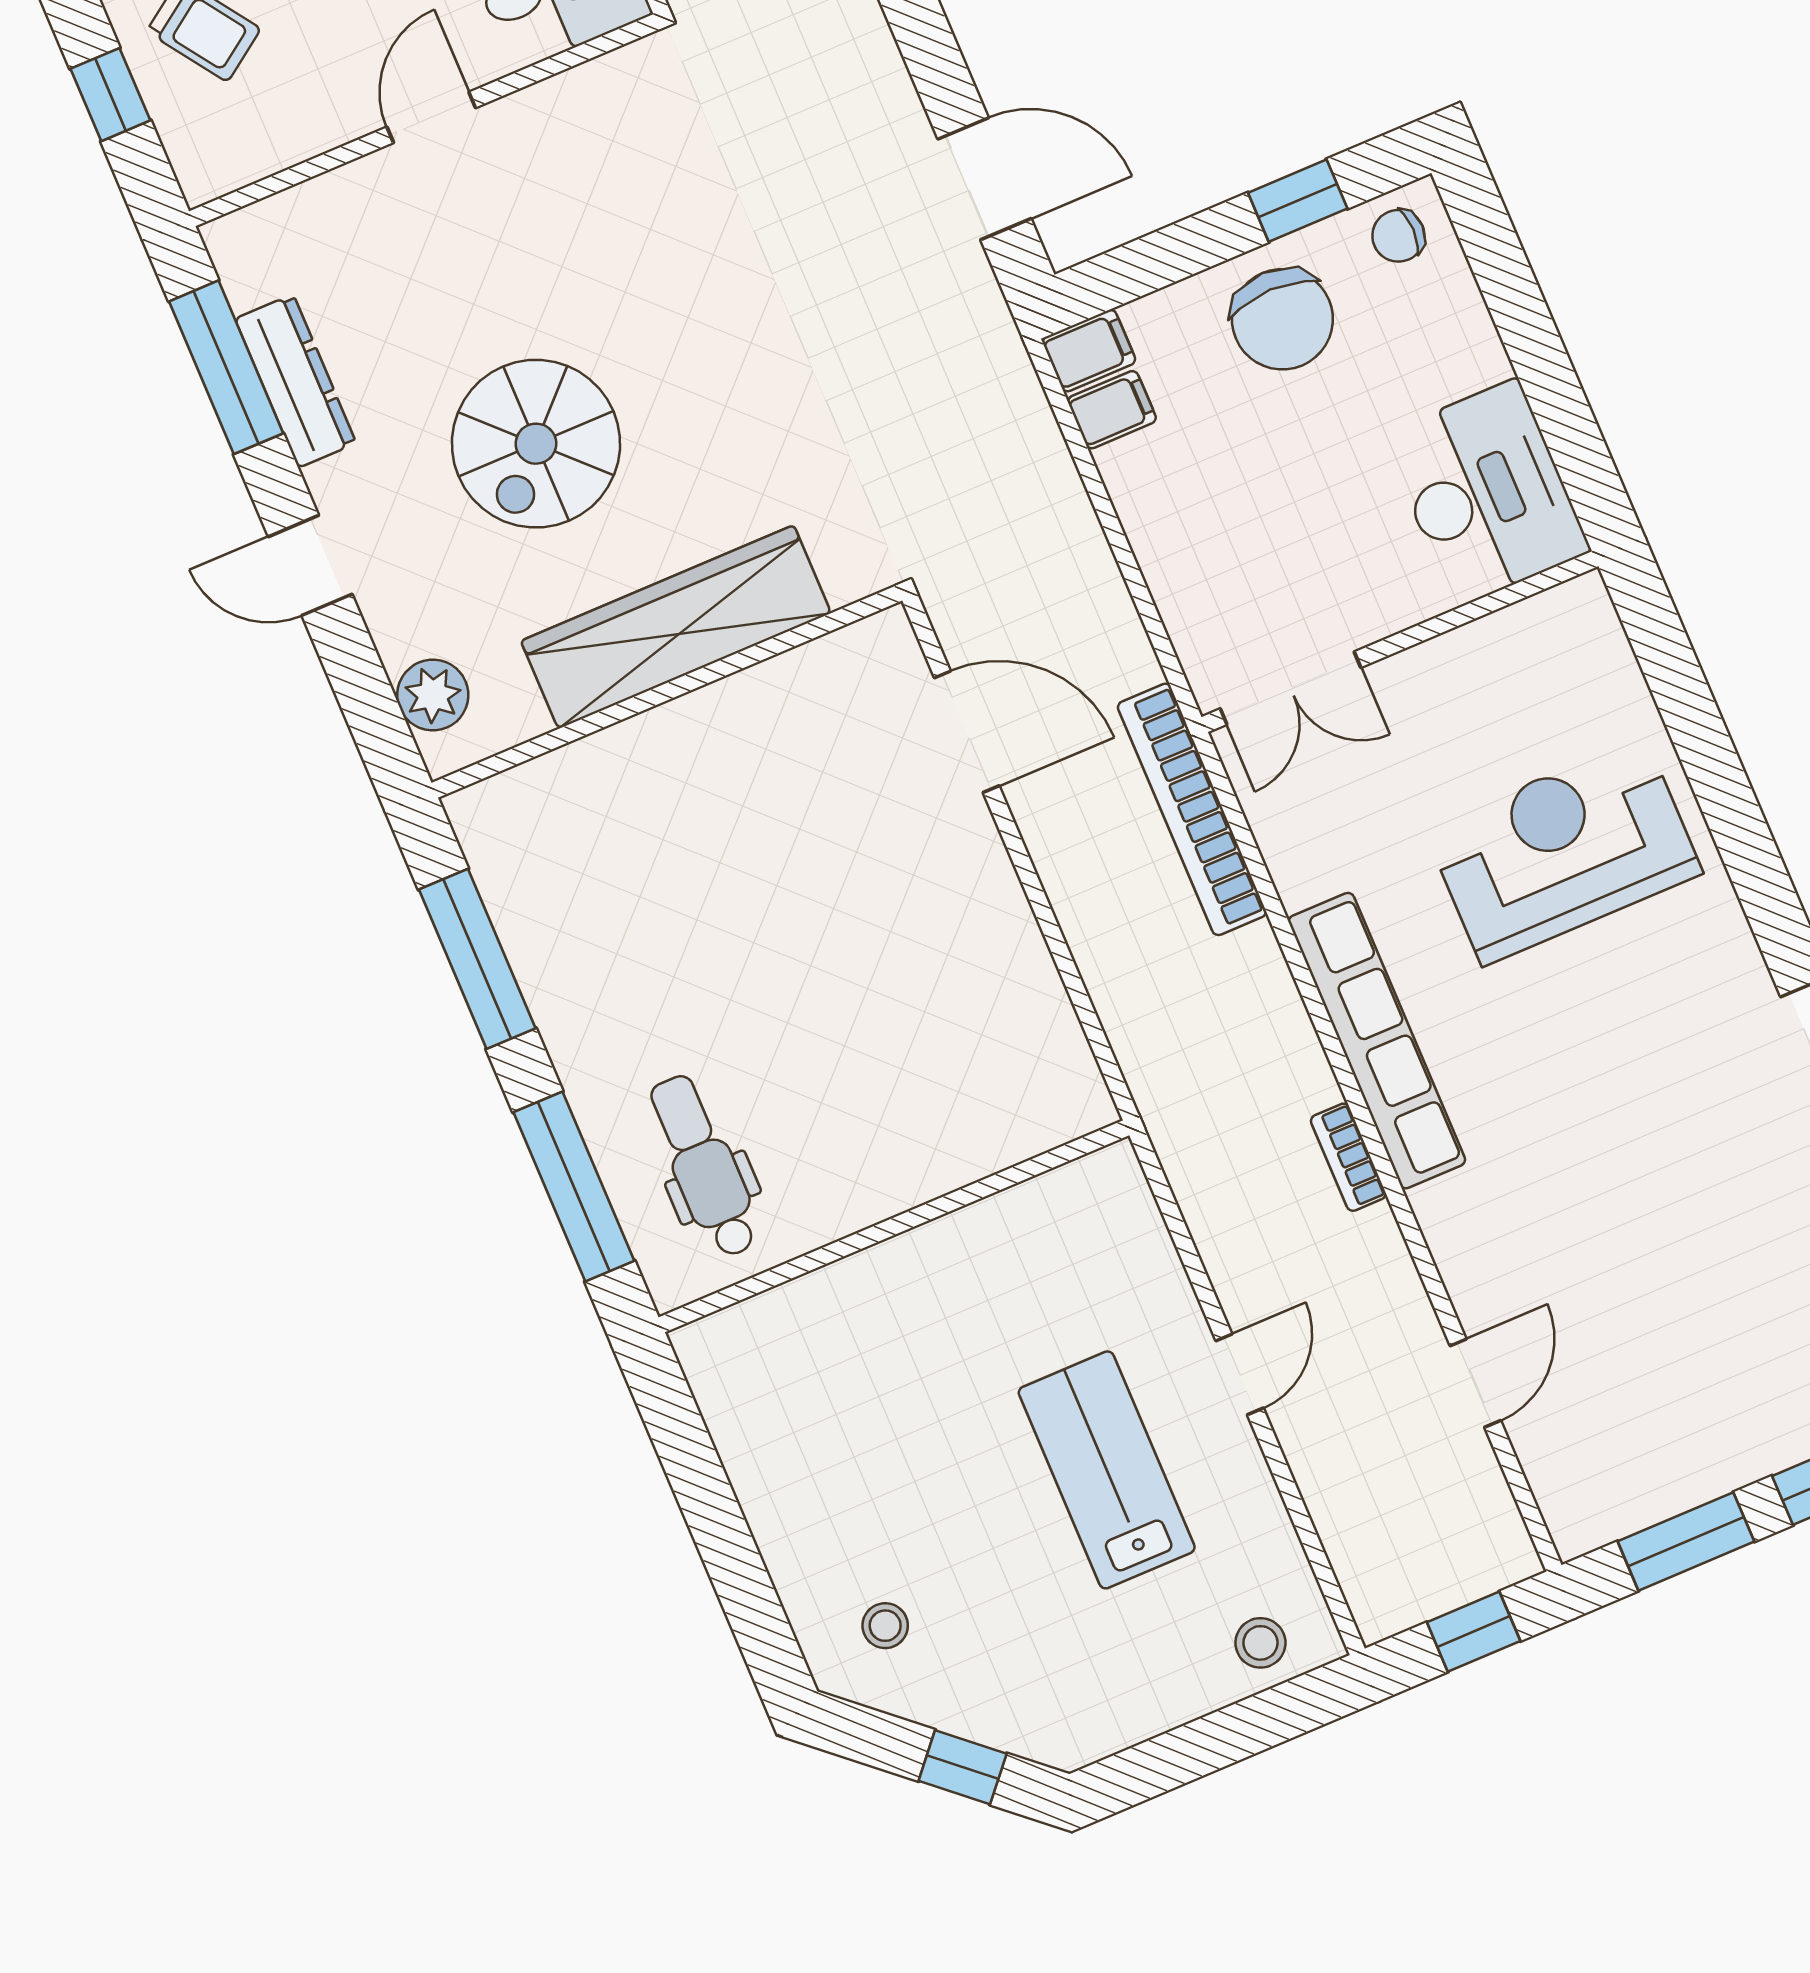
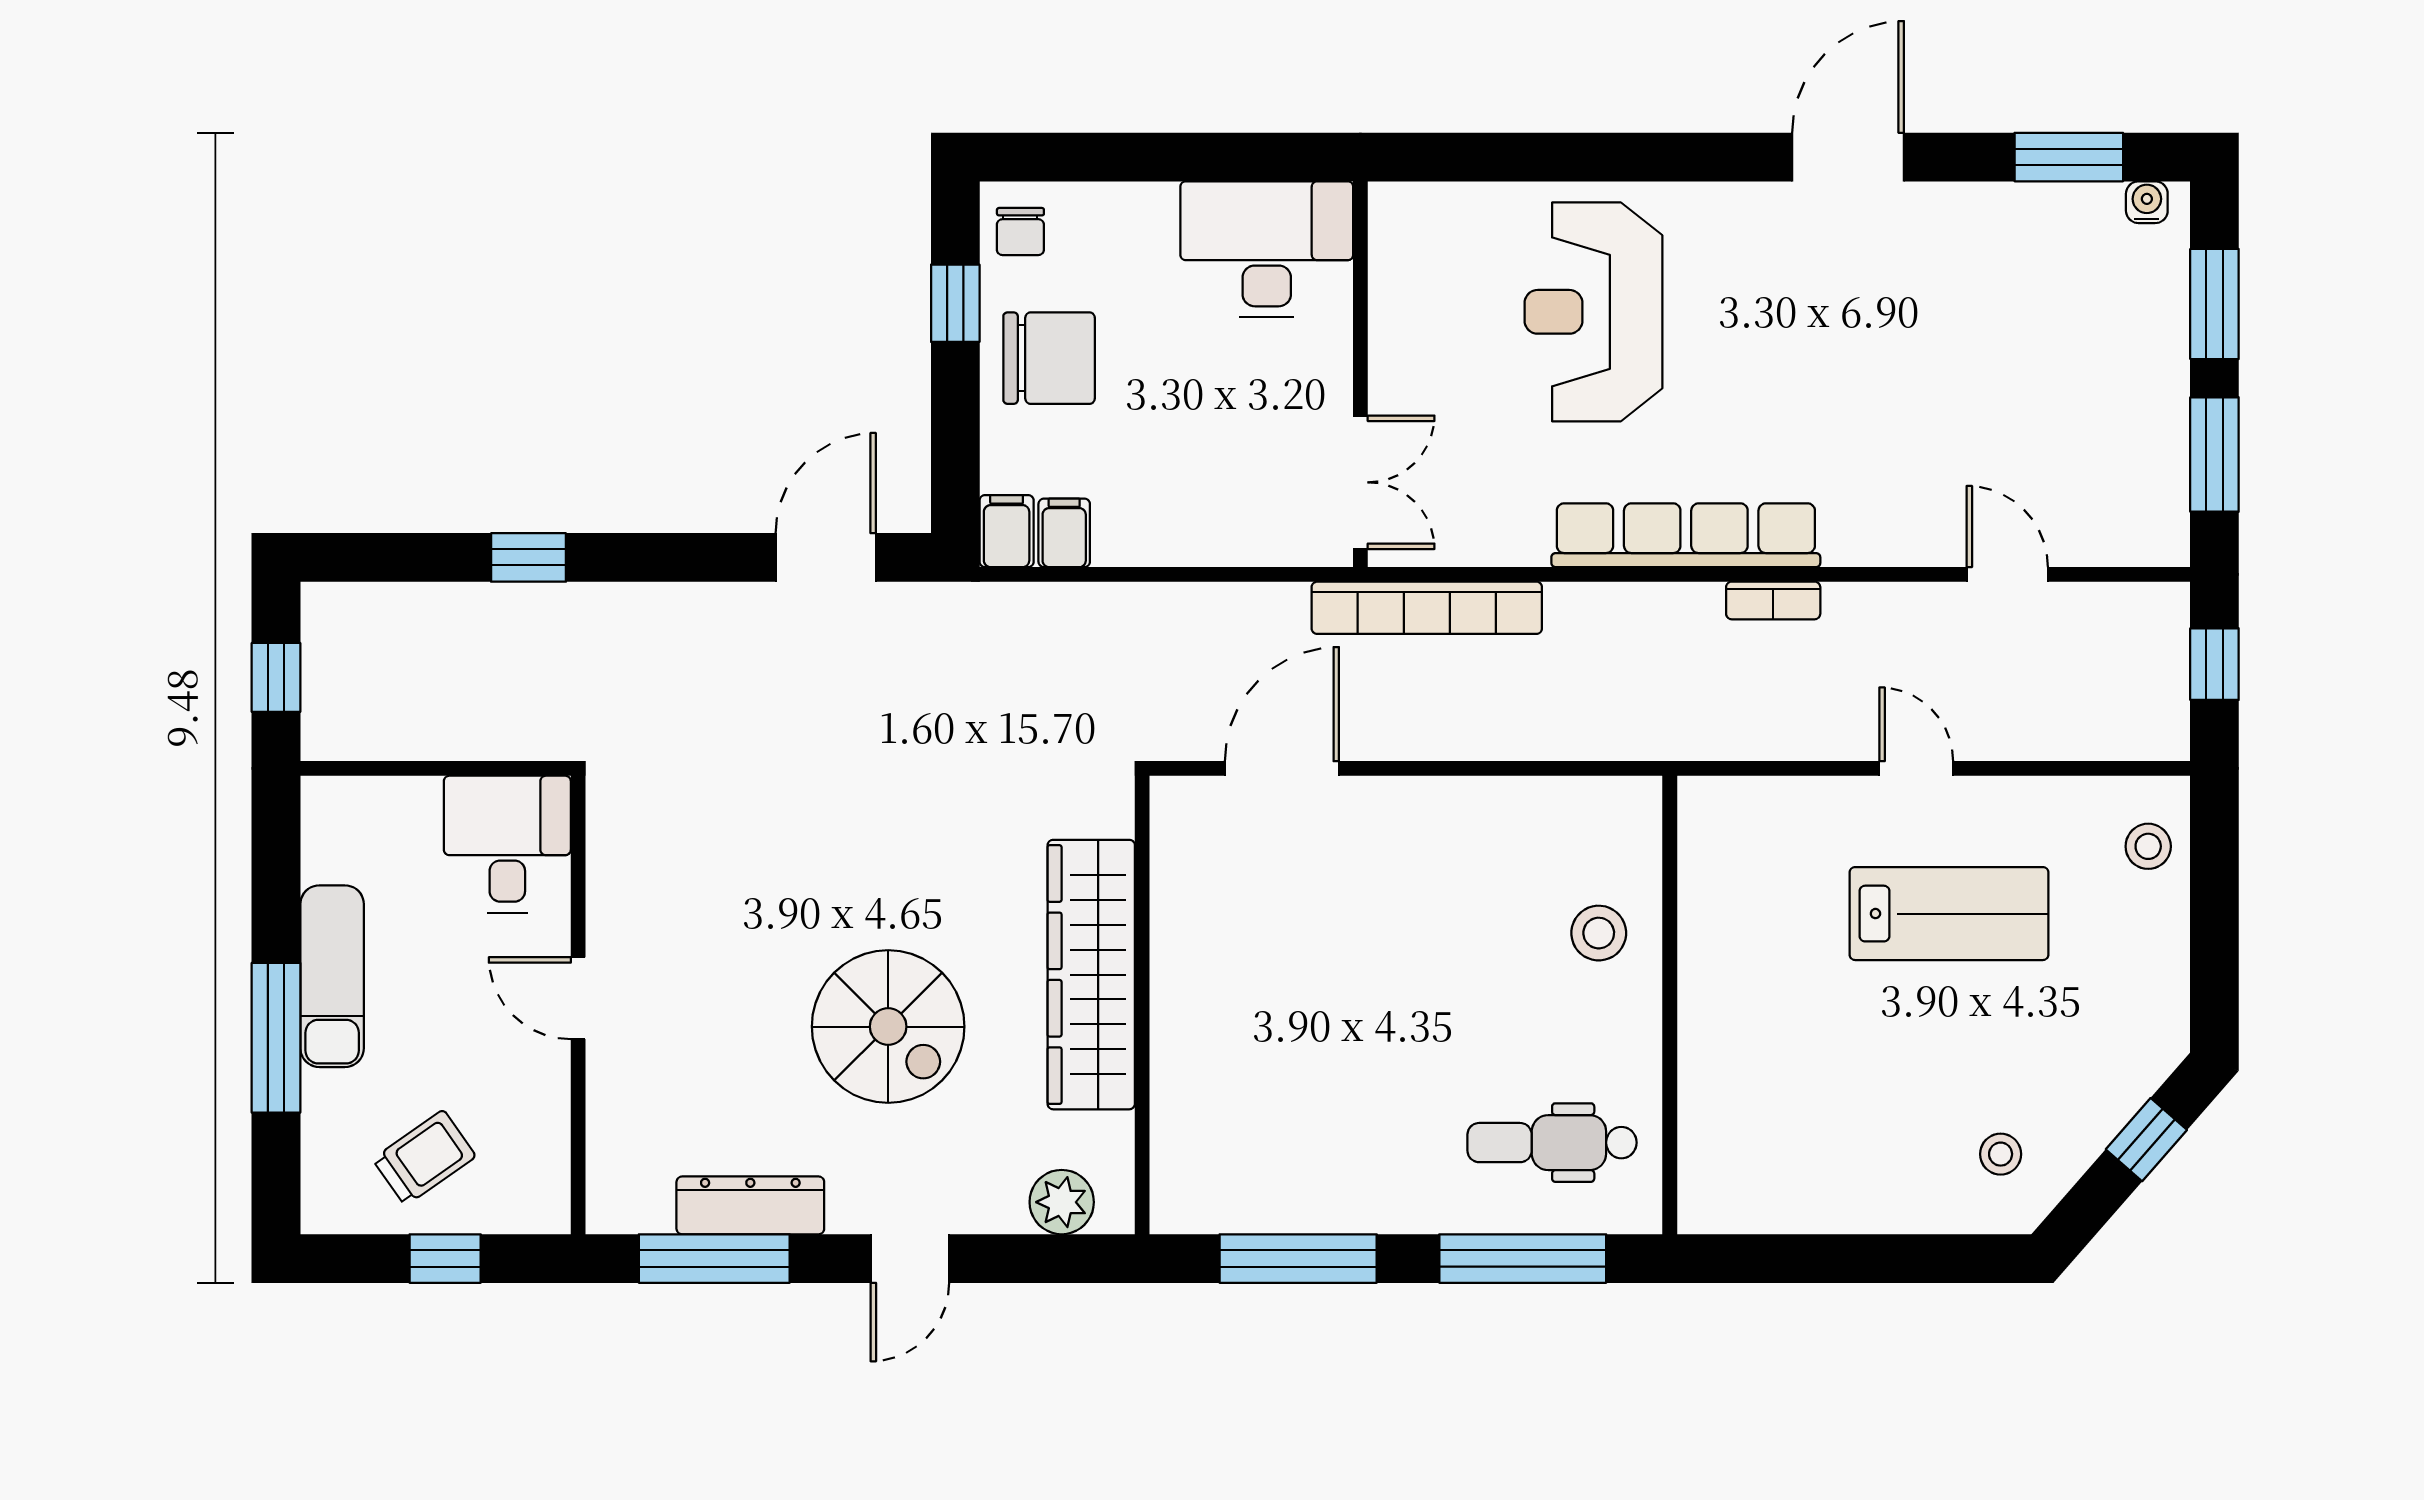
stool: (936, 1123) -> (1599, 933), added
lab bench: (1107, 1470) -> (1949, 914), turned 180

